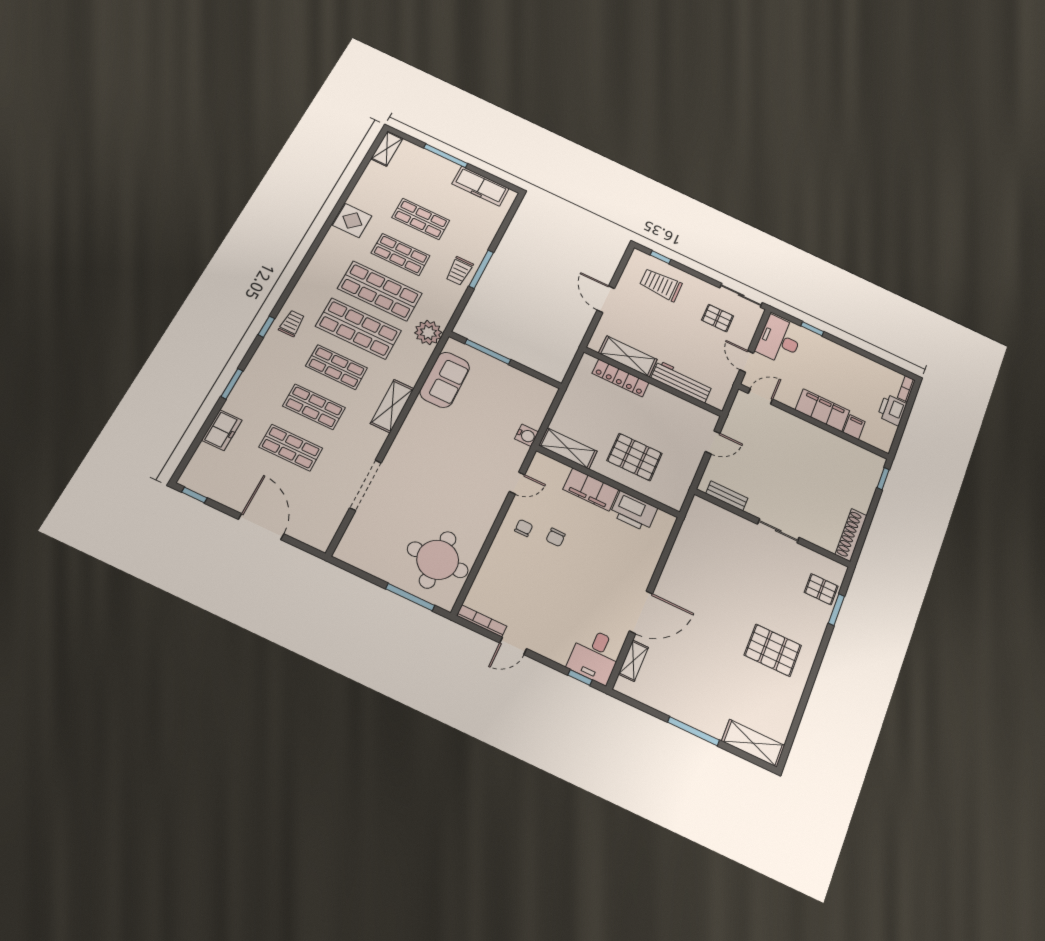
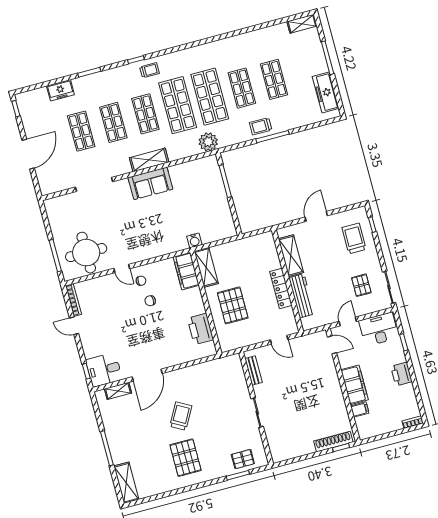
display table: (352, 221) -> (239, 46), removed
locker: (621, 378) -> (281, 288), moved
sofa: (445, 380) -> (150, 183), moved
printer: (892, 410) -> (401, 374), moved, turned -90
door: (517, 483) -> (122, 268), moved
filing cabinet: (591, 489) -> (186, 271), moved
shoe rack: (851, 535) -> (333, 442), moved
pallet: (821, 589) -> (243, 459), turned 90
door: (641, 612) -> (147, 375), hinge flipped
trolley: (719, 615) -> (181, 416), added

